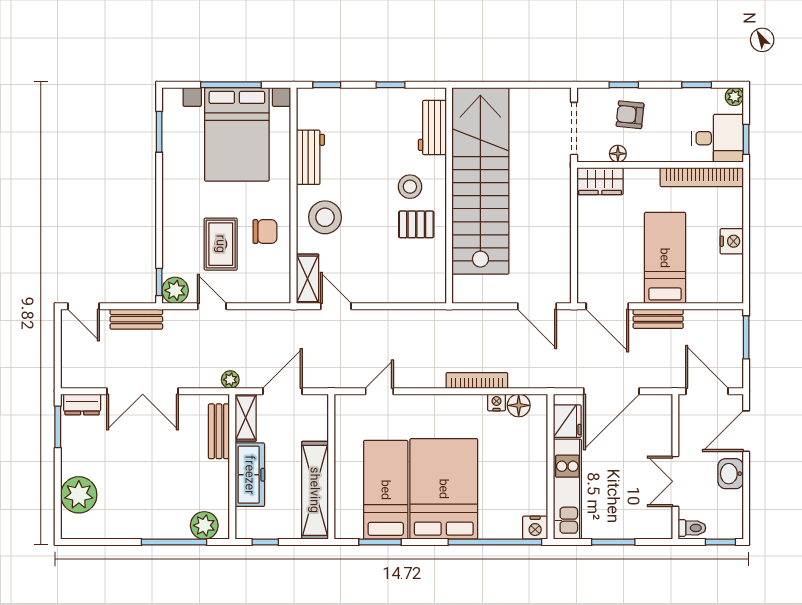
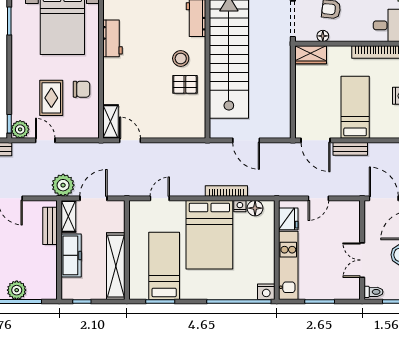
stool: (325, 217) -> (123, 79), removed
door: (537, 306) -> (246, 140), moved
plant: (230, 380) -> (63, 185), width x1.88, depth x1.88
door: (611, 391) -> (318, 198), width x0.53
bed: (444, 489) -> (209, 235), moved, turned 180
plant: (204, 525) -> (17, 290), moved

